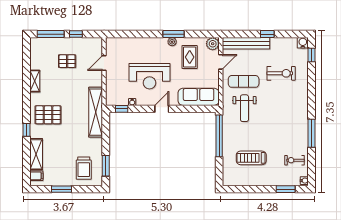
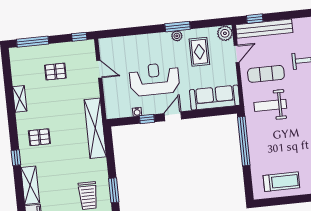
window: (76, 34) -> (79, 37), moved
window: (267, 34) -> (255, 19), moved
door: (104, 63) -> (99, 69), swing flipped
reception desk: (149, 76) -> (154, 79), turned 180
weight bench: (244, 108) -> (270, 105), turned 90
window: (122, 109) -> (147, 119), moved
pallet: (48, 115) -> (39, 137), width x0.67, depth x0.71
treadmill: (251, 158) -> (281, 182), moved, turned 180

